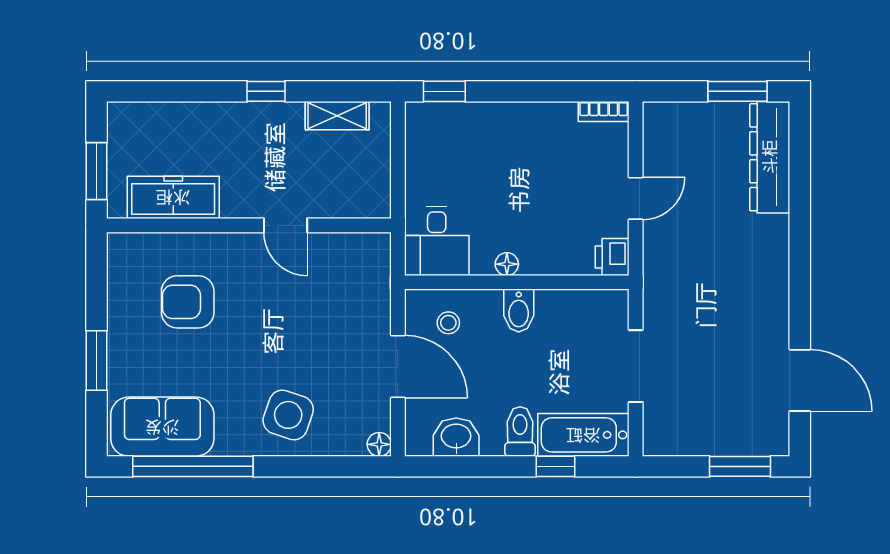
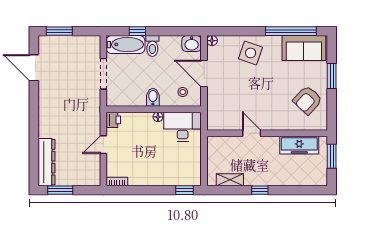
desk: (437, 241) -> (183, 127), width x1.37
armchair: (188, 302) -> (307, 100), moved, turned 133
washbasin: (456, 437) -> (192, 44), moved

